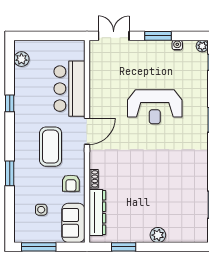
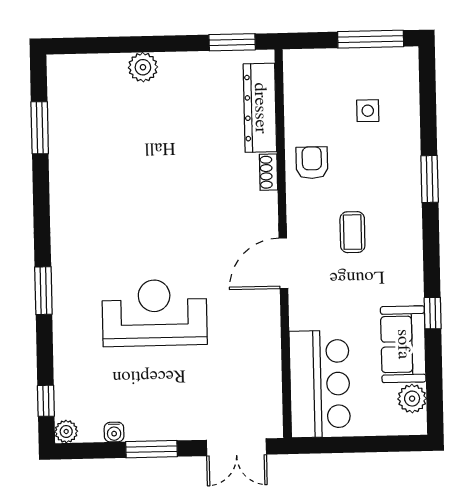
bar counter: (69, 89) -> (320, 384), moved
coffee table: (51, 147) -> (352, 232), width x0.54, depth x0.58
sofa: (73, 223) -> (403, 344), moved, turned 180
window: (124, 247) -> (232, 42), moved

